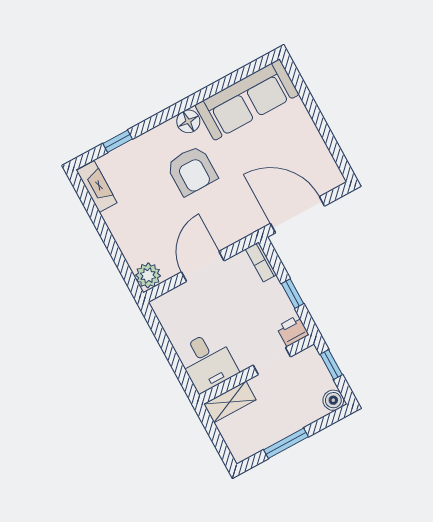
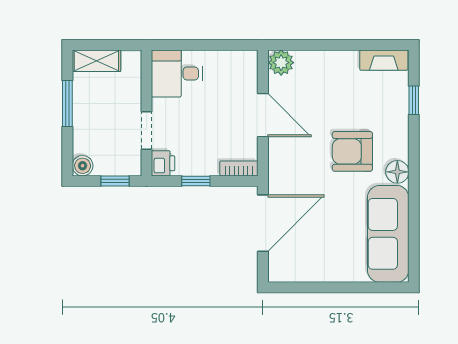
shelving: (230, 402) -> (96, 61), moved, turned 90

